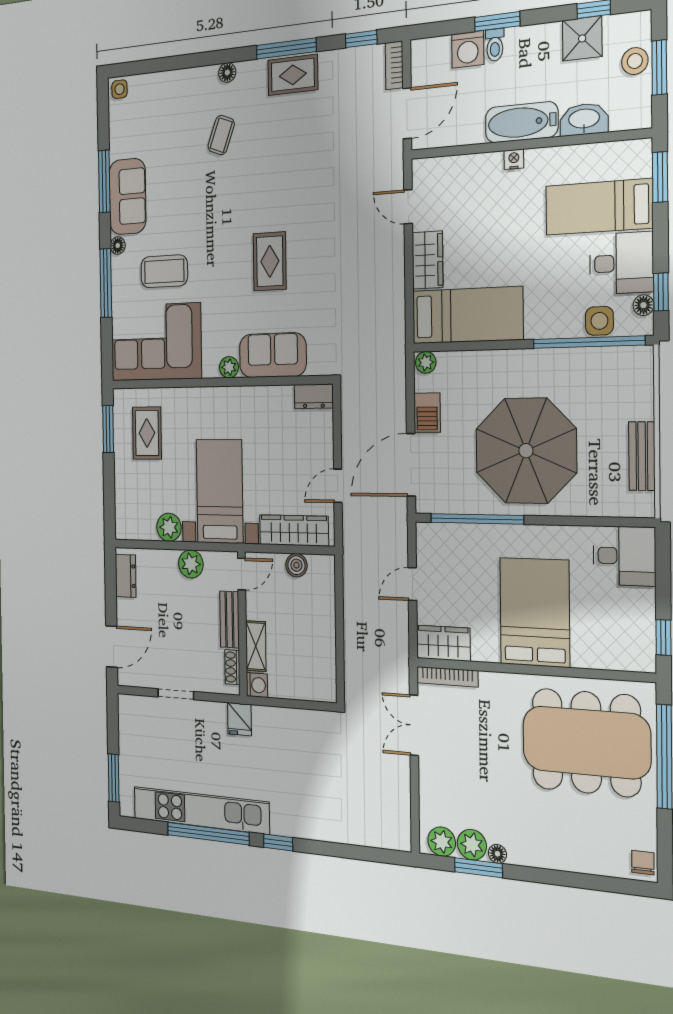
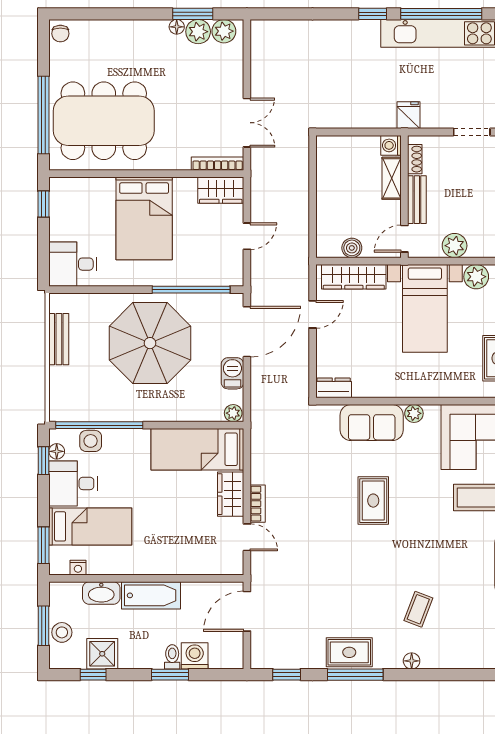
bookcase: (394, 65) -> (258, 504), moved
nightstand: (514, 159) -> (78, 568), moved

